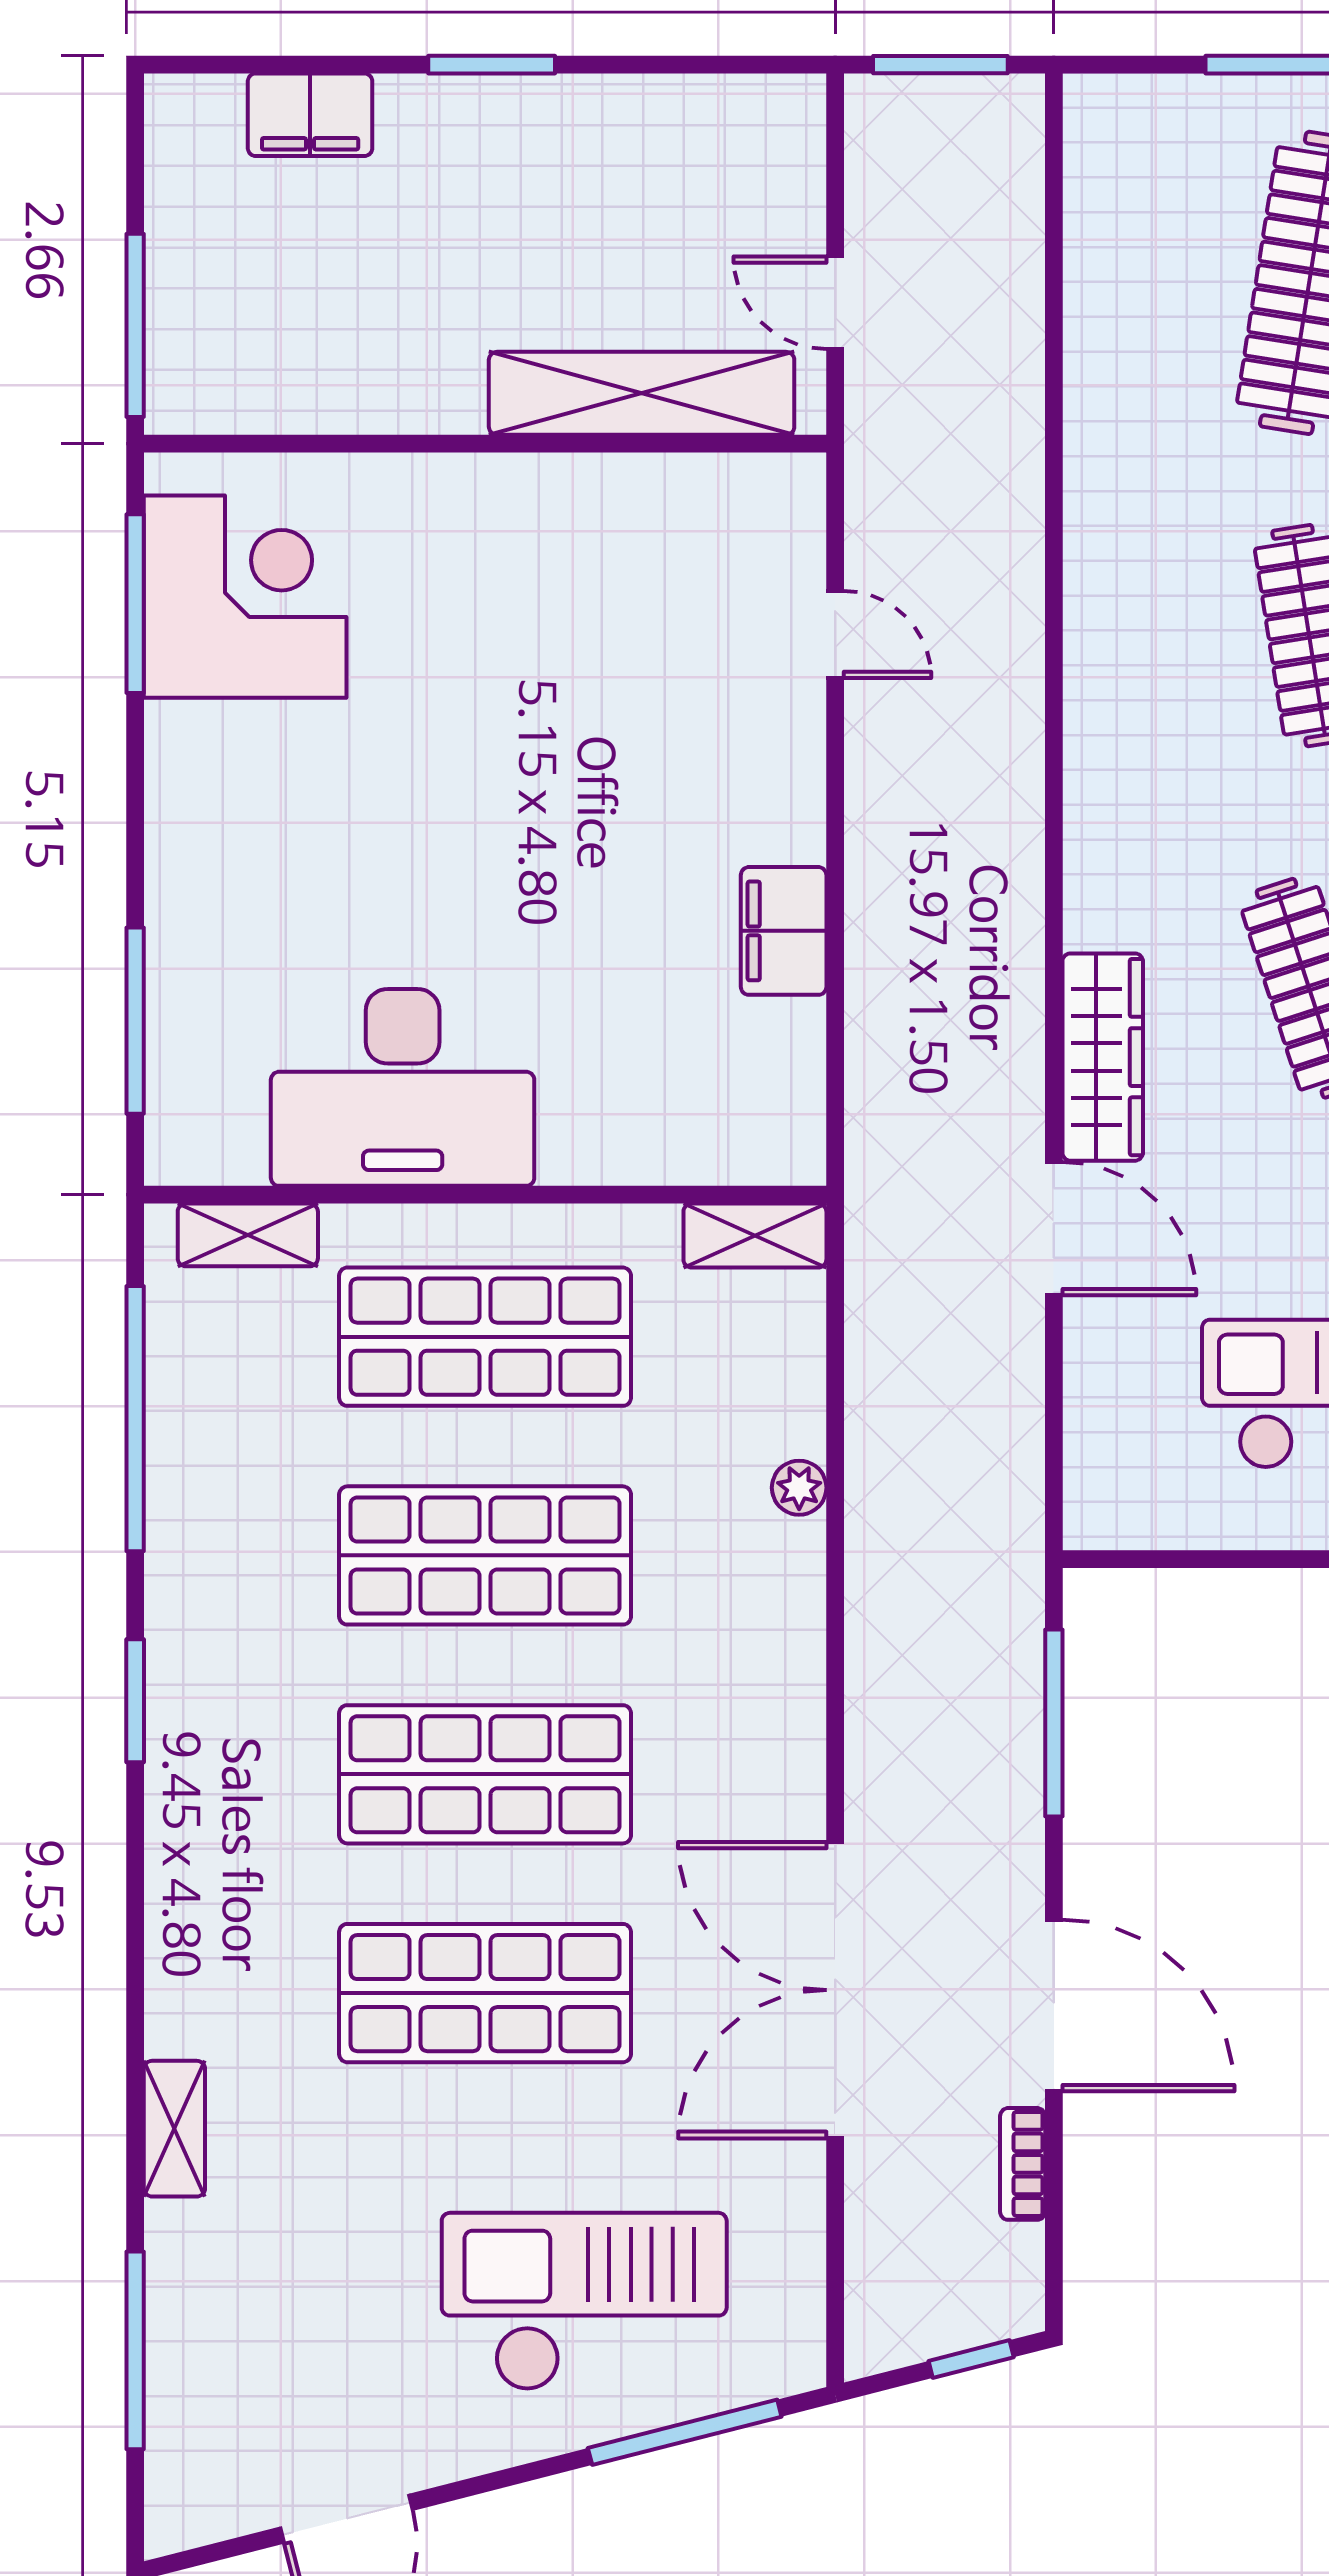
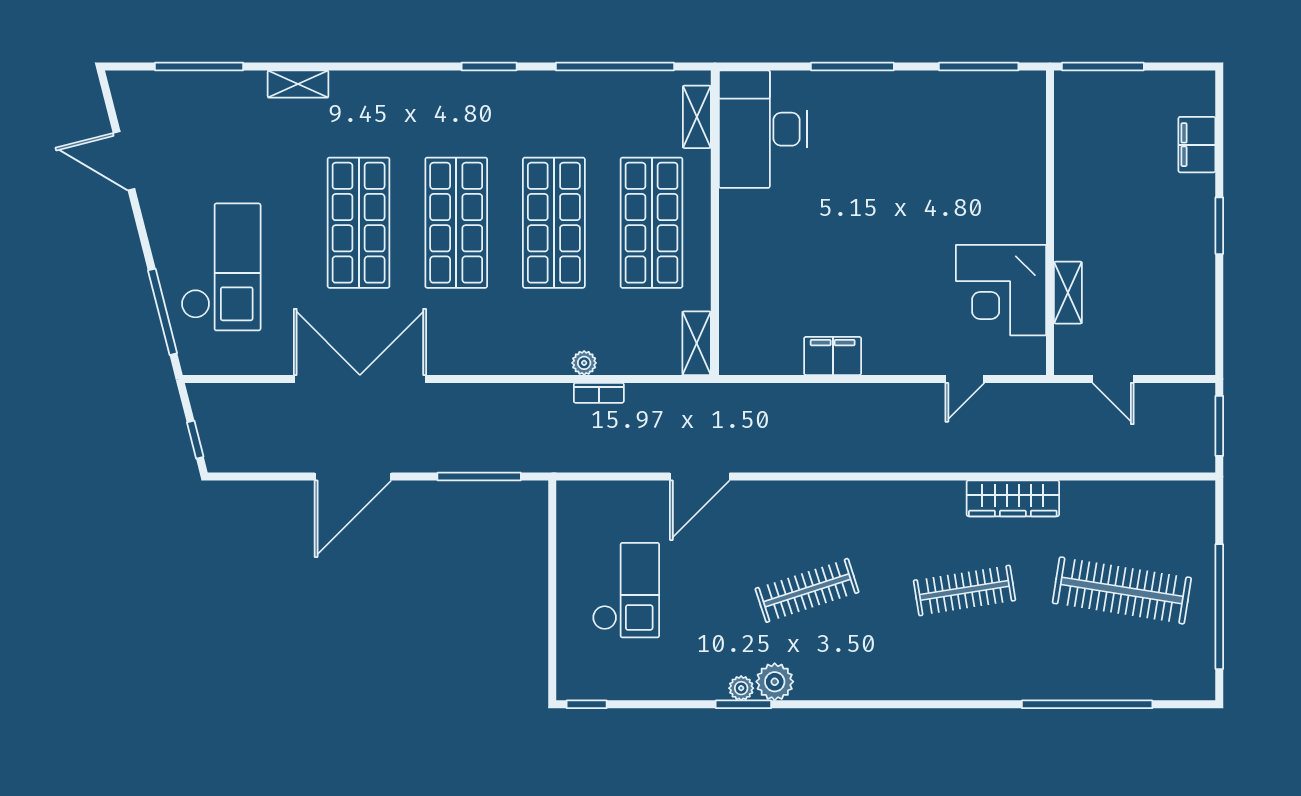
door: (835, 303) -> (1113, 379), swing flipped
shelving: (642, 393) -> (1068, 293), width x0.45, depth x0.75
corner desk: (245, 597) -> (1001, 290), moved, turned 90
window: (135, 1021) -> (852, 67), moved
wardrobe: (1103, 1057) -> (1013, 498), moved
desk: (403, 1087) -> (763, 129), moved
bookcase: (1023, 2164) -> (599, 393), moved, turned 180

